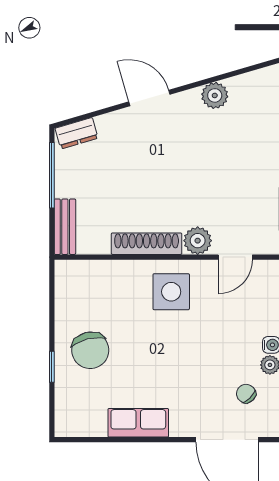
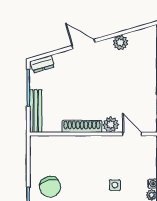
bench: (65, 227) -> (36, 111), width x1.36
door: (235, 257) -> (132, 134), swing flipped
side table: (171, 292) -> (115, 185), moved, width x0.54, depth x0.54

